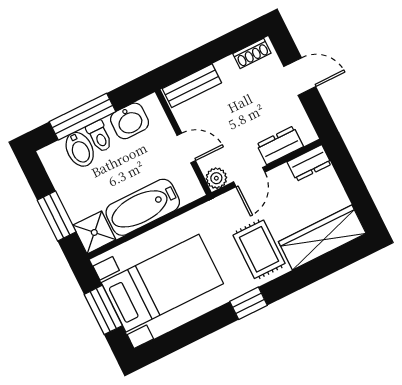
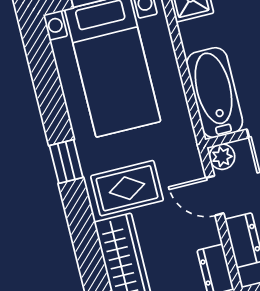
bathtub: (143, 207) -> (215, 93), moved

